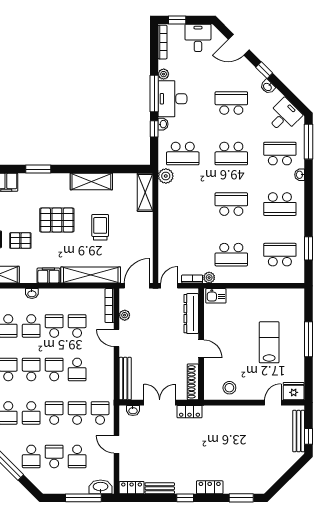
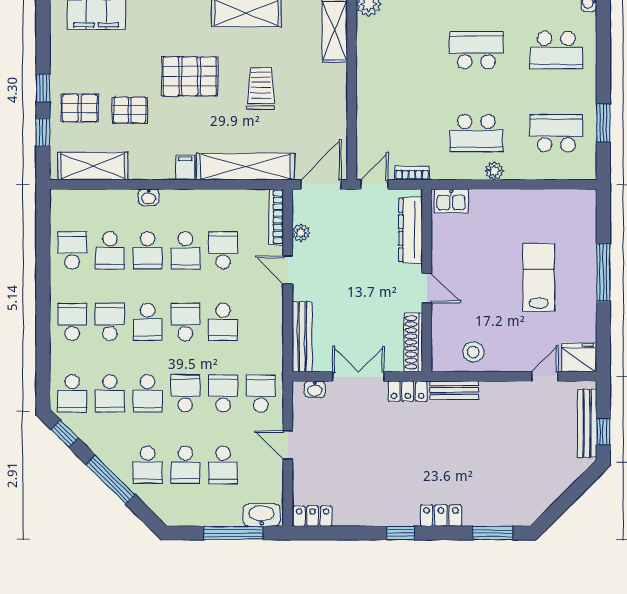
filing cabinet: (48, 276) -> (185, 168), width x0.50
plant: (209, 278) -> (494, 171), moved
school desk: (54, 326) -> (185, 250), turned 180
school desk: (31, 369) -> (148, 322), turned 180
school desk: (54, 456) -> (185, 465), turned 180
bench: (160, 488) -> (454, 390), moved

